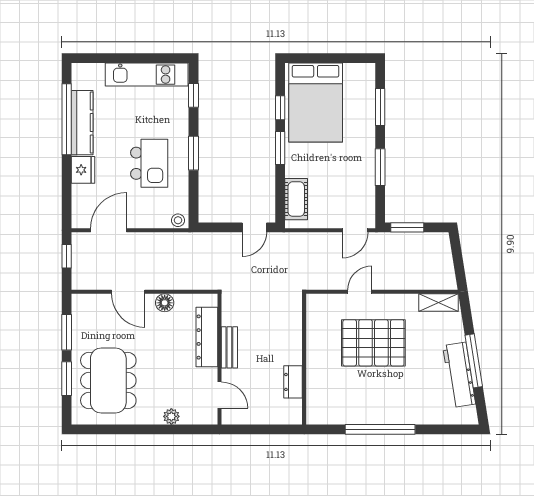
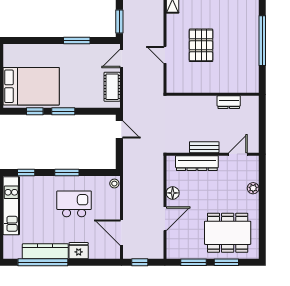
window: (380, 107) -> (34, 41), removed
cot: (296, 199) -> (112, 87), moved, turned 90
door: (355, 230) -> (121, 58), swing flipped
pallet: (373, 343) -> (201, 45), width x0.73, depth x0.71

